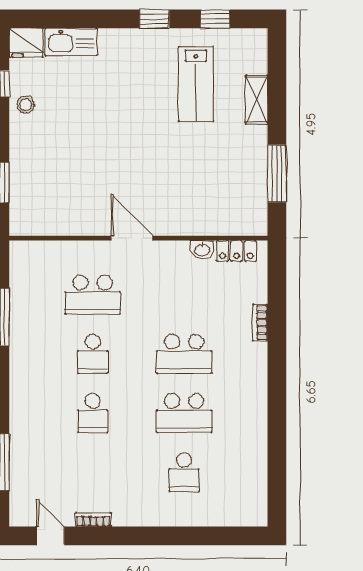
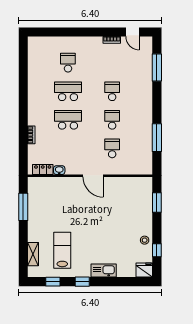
kitchen sink: (71, 42) -> (104, 270), moved
shelving: (257, 100) -> (33, 254), moved
school desk: (93, 295) -> (112, 148), width x0.54

